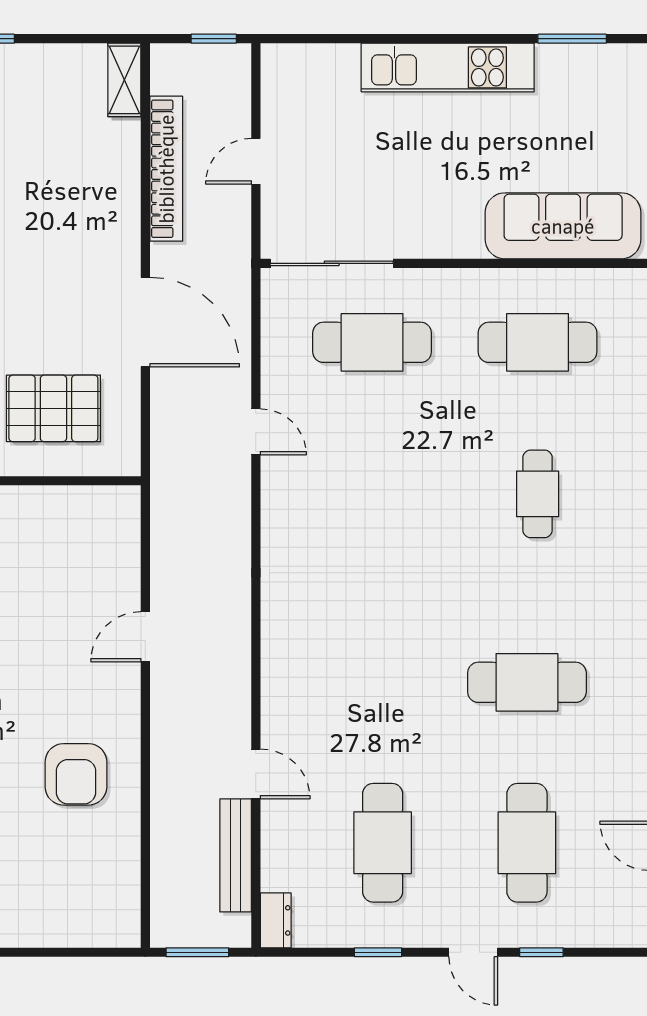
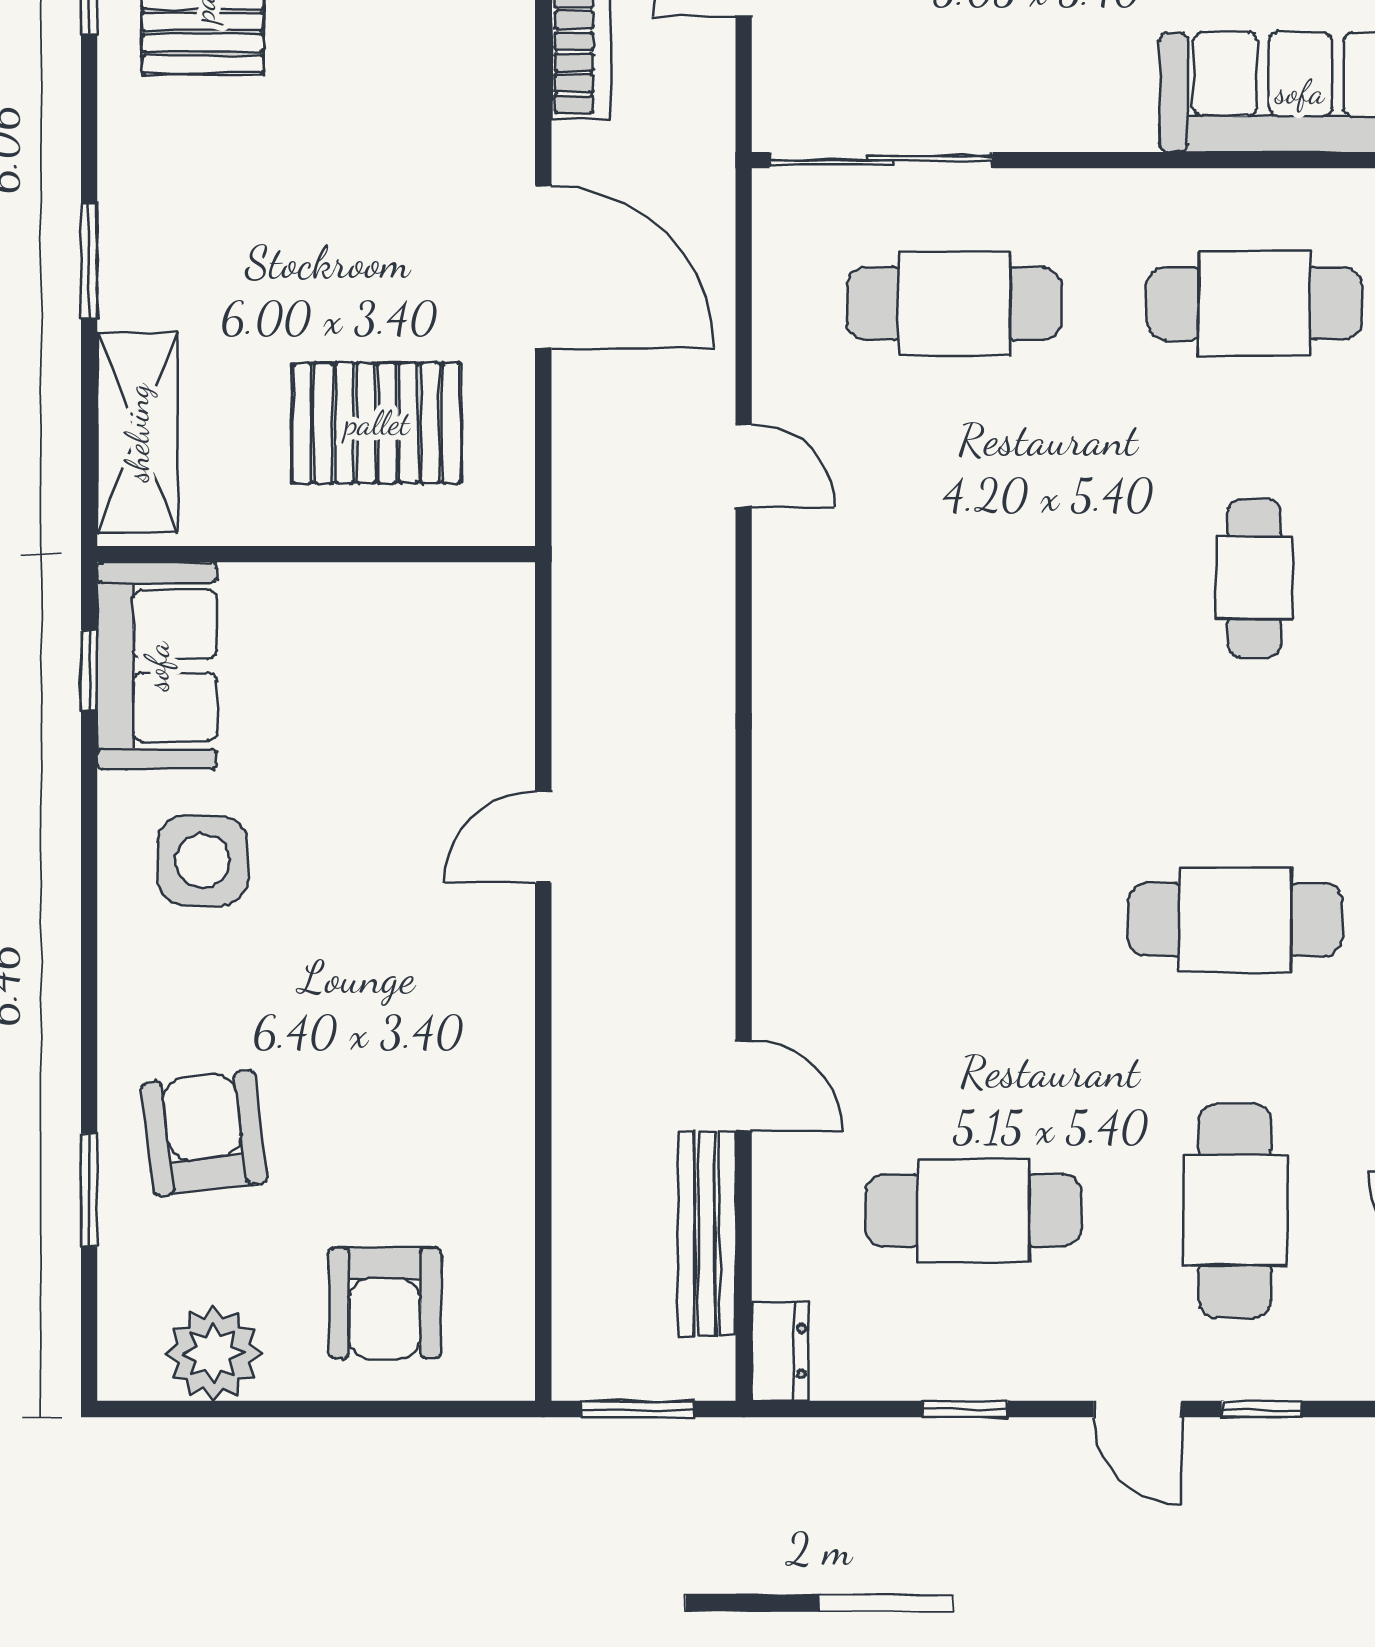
armchair: (76, 774) -> (385, 1303), moved
cafe table: (383, 843) -> (973, 1210), turned 90

